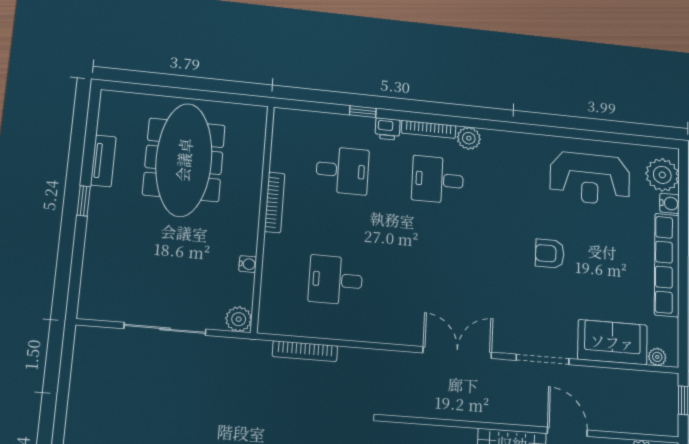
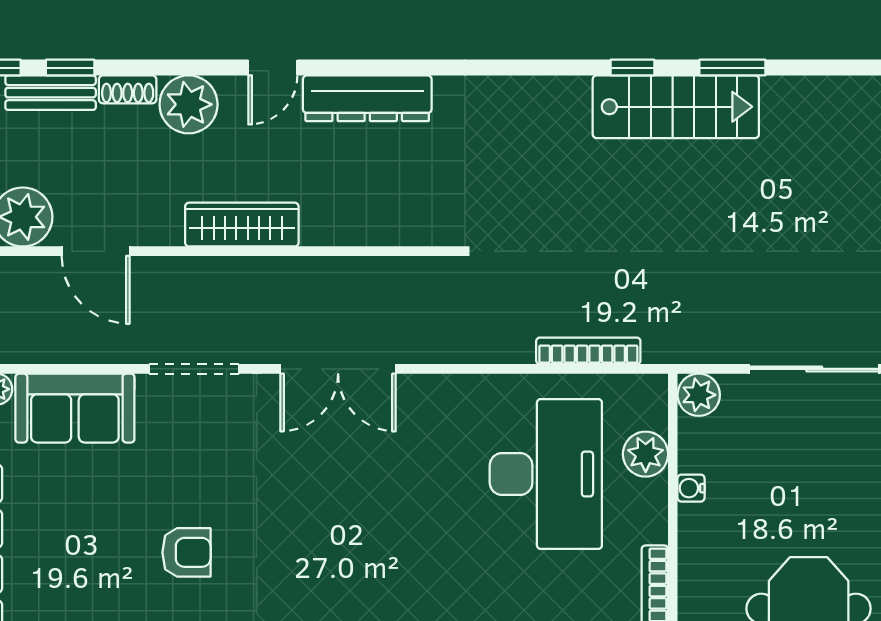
desk: (336, 280) -> (546, 474), width x1.87, depth x1.30
plant: (274, 286) -> (646, 454), added
door: (567, 432) -> (96, 251), moved

